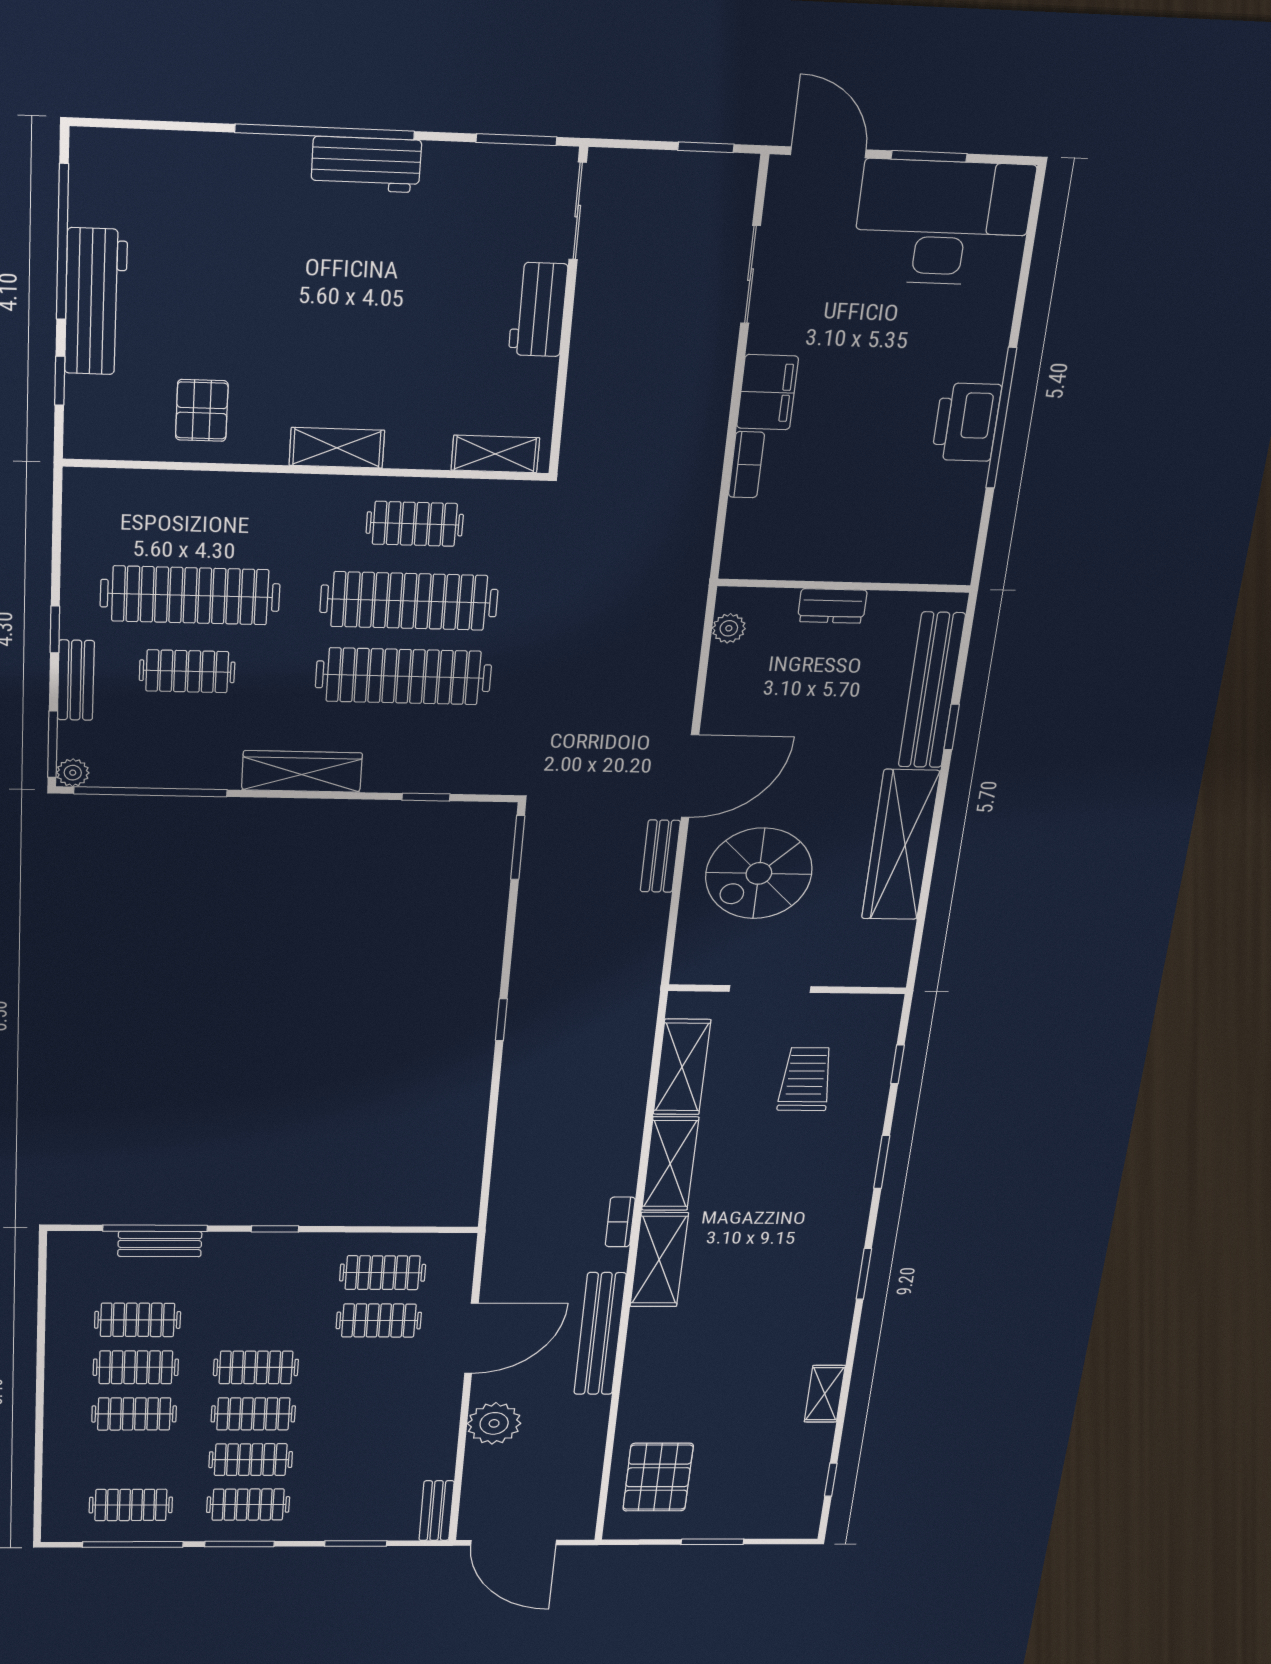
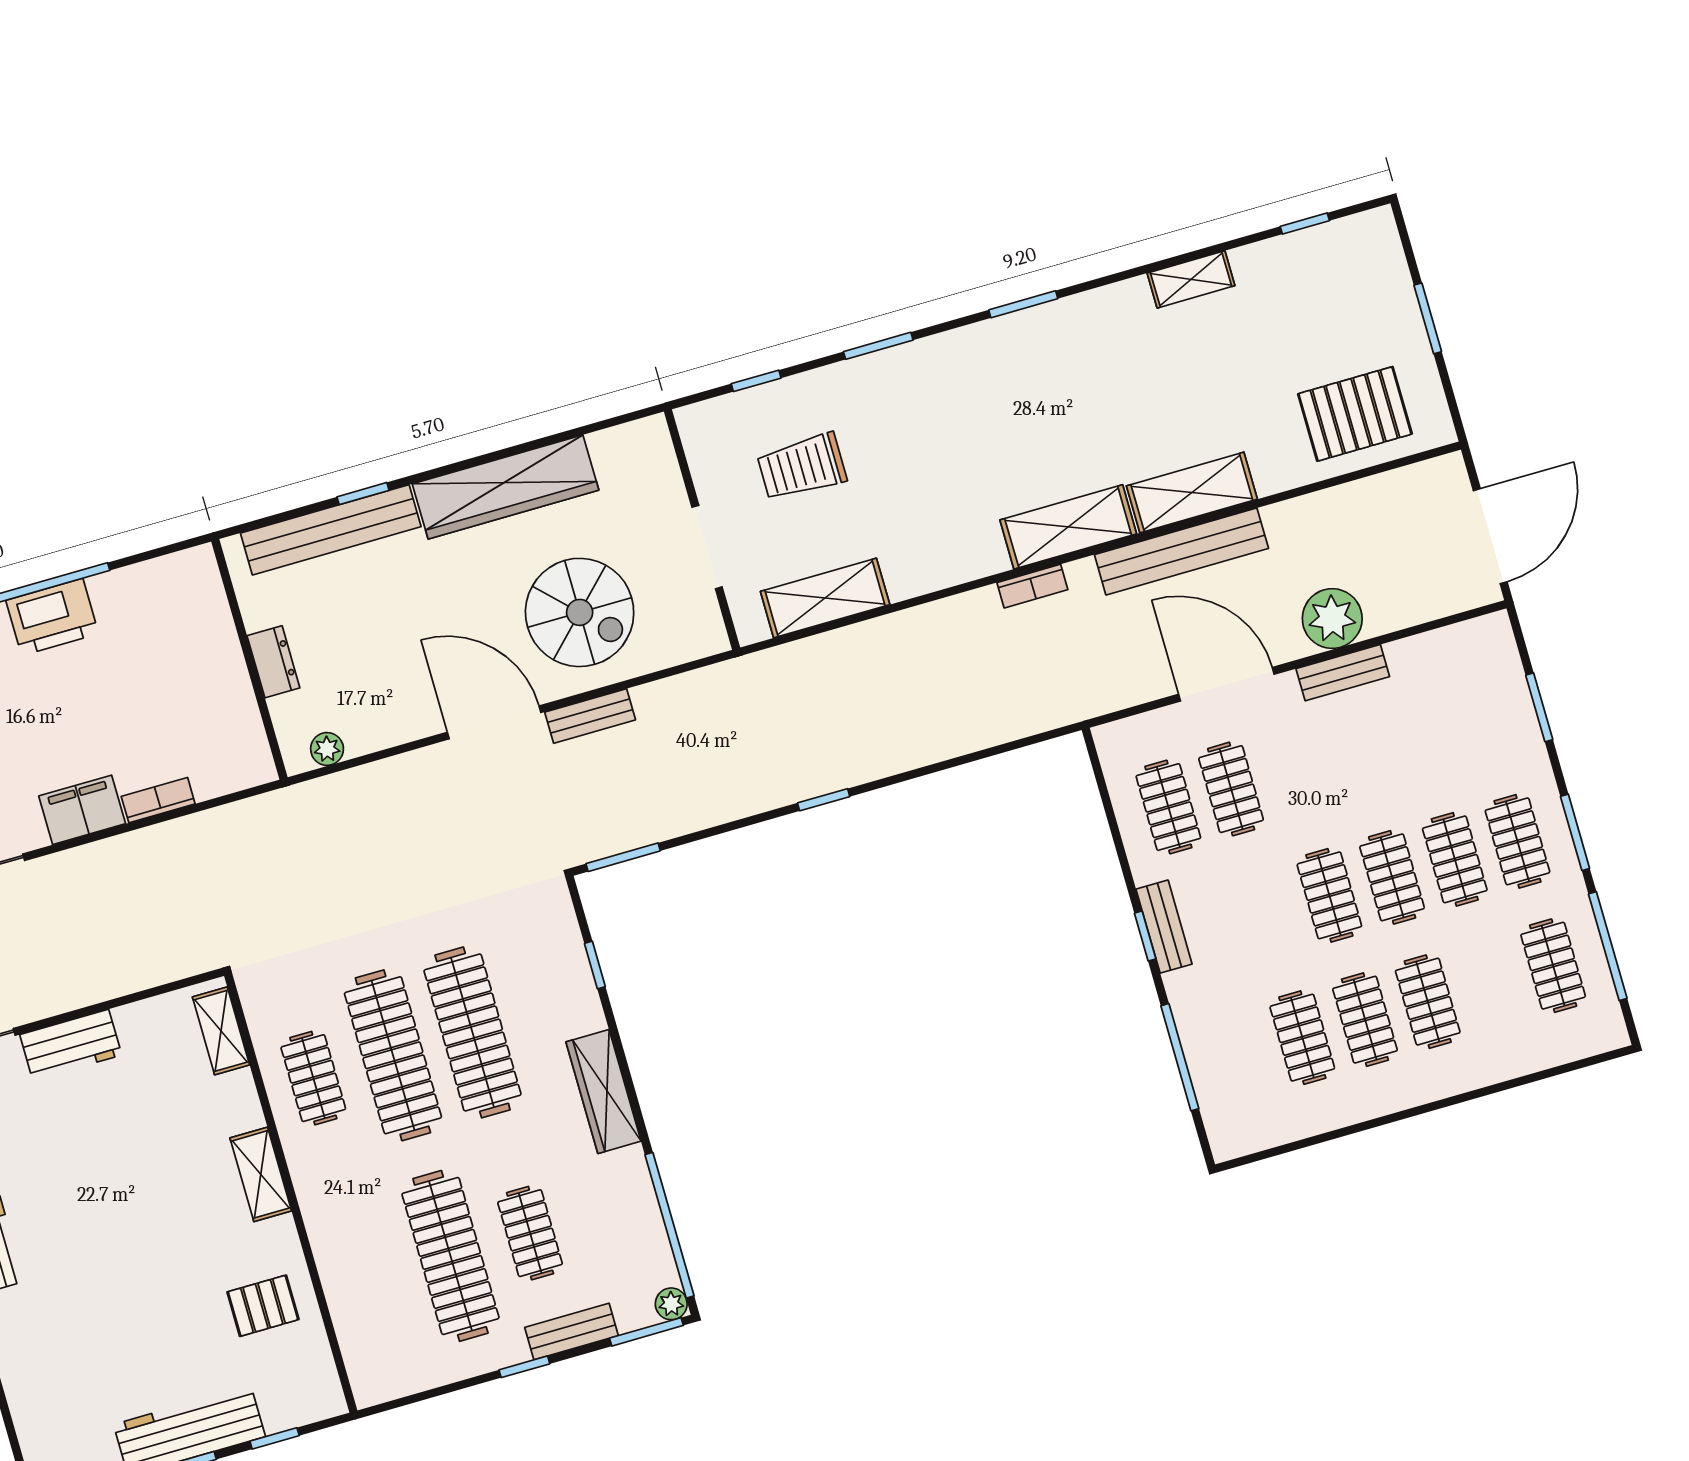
shelving: (670, 1164) -> (1192, 493), moved
bench: (160, 1244) -> (1164, 927), moved
bench: (436, 1511) -> (1343, 673), moved

